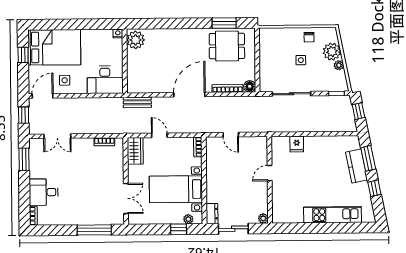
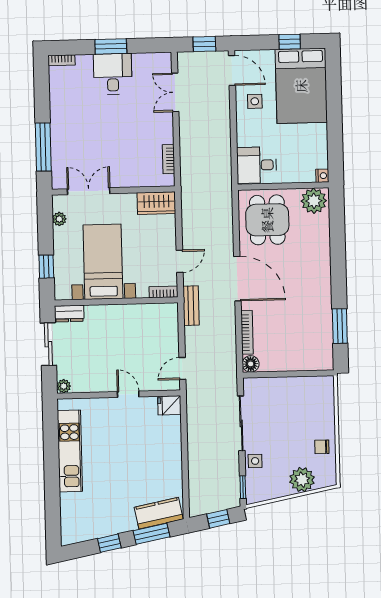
dining table: (227, 46) -> (267, 220), moved
side table: (301, 60) -> (255, 461), moved
plant: (339, 65) -> (283, 490), removed
desk: (105, 80) -> (257, 165), width x0.73
bench: (137, 102) -> (191, 306), moved
door: (159, 135) -> (180, 261), moved
door: (231, 135) -> (182, 368), moved
fridge: (297, 144) -> (169, 405), moved
window: (24, 159) -> (111, 46), moved
kitchen counter: (357, 166) -> (159, 513), moved
desk: (44, 192) -> (113, 74), moved
double door: (126, 198) -> (89, 191), swing flipped
kitchen unit: (332, 215) -> (70, 451), moved
plant: (188, 219) -> (59, 219), moved

